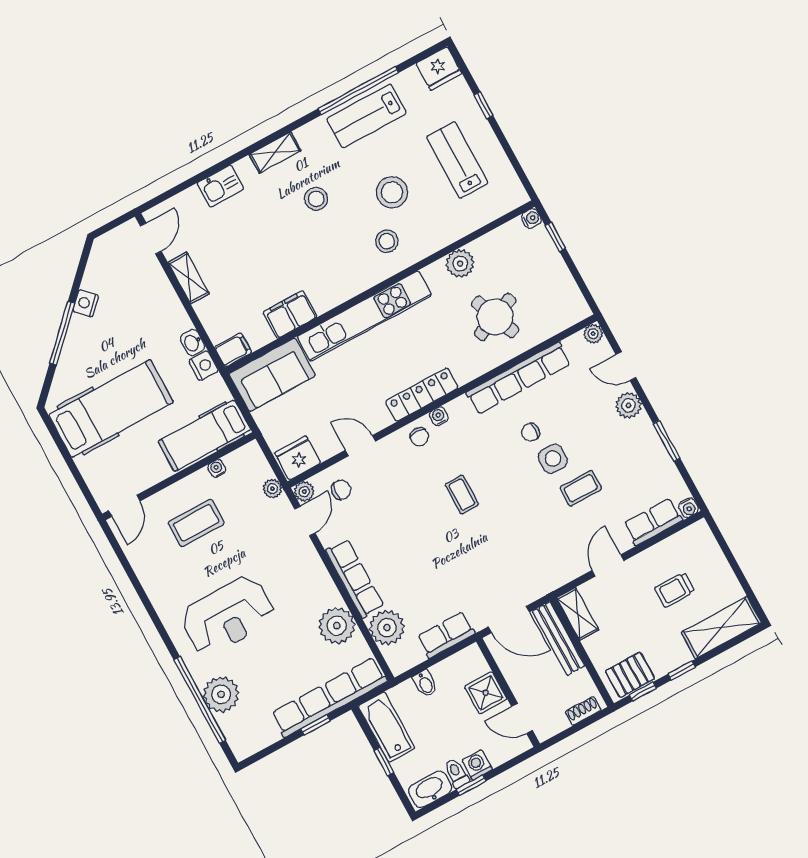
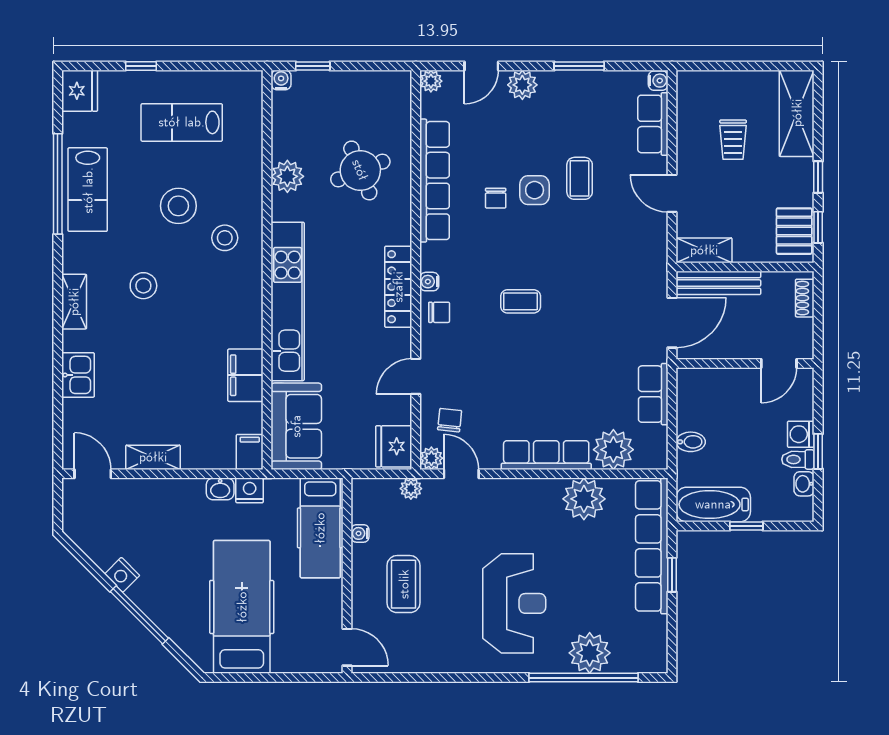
shower: (486, 693) -> (733, 386), removed
washbasin: (430, 789) -> (804, 484), width x0.52, depth x0.69

